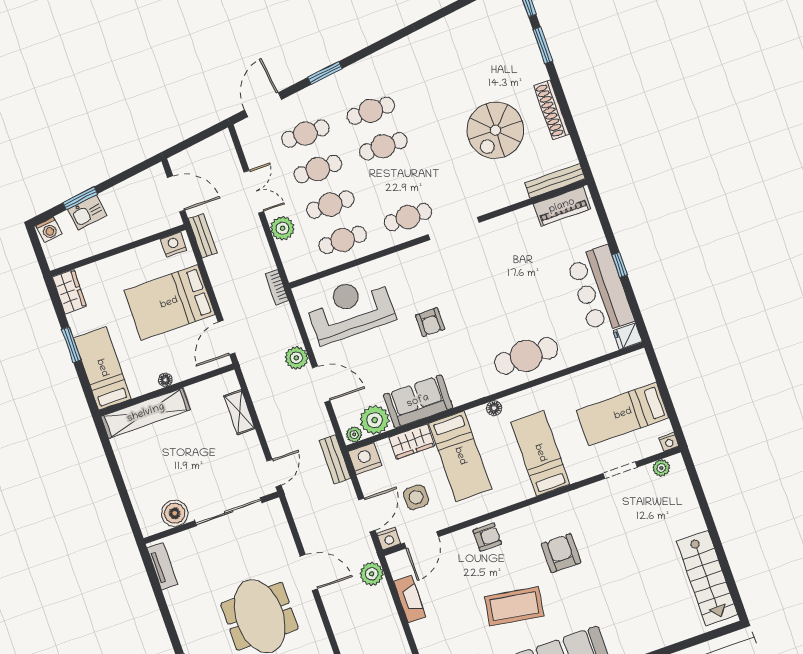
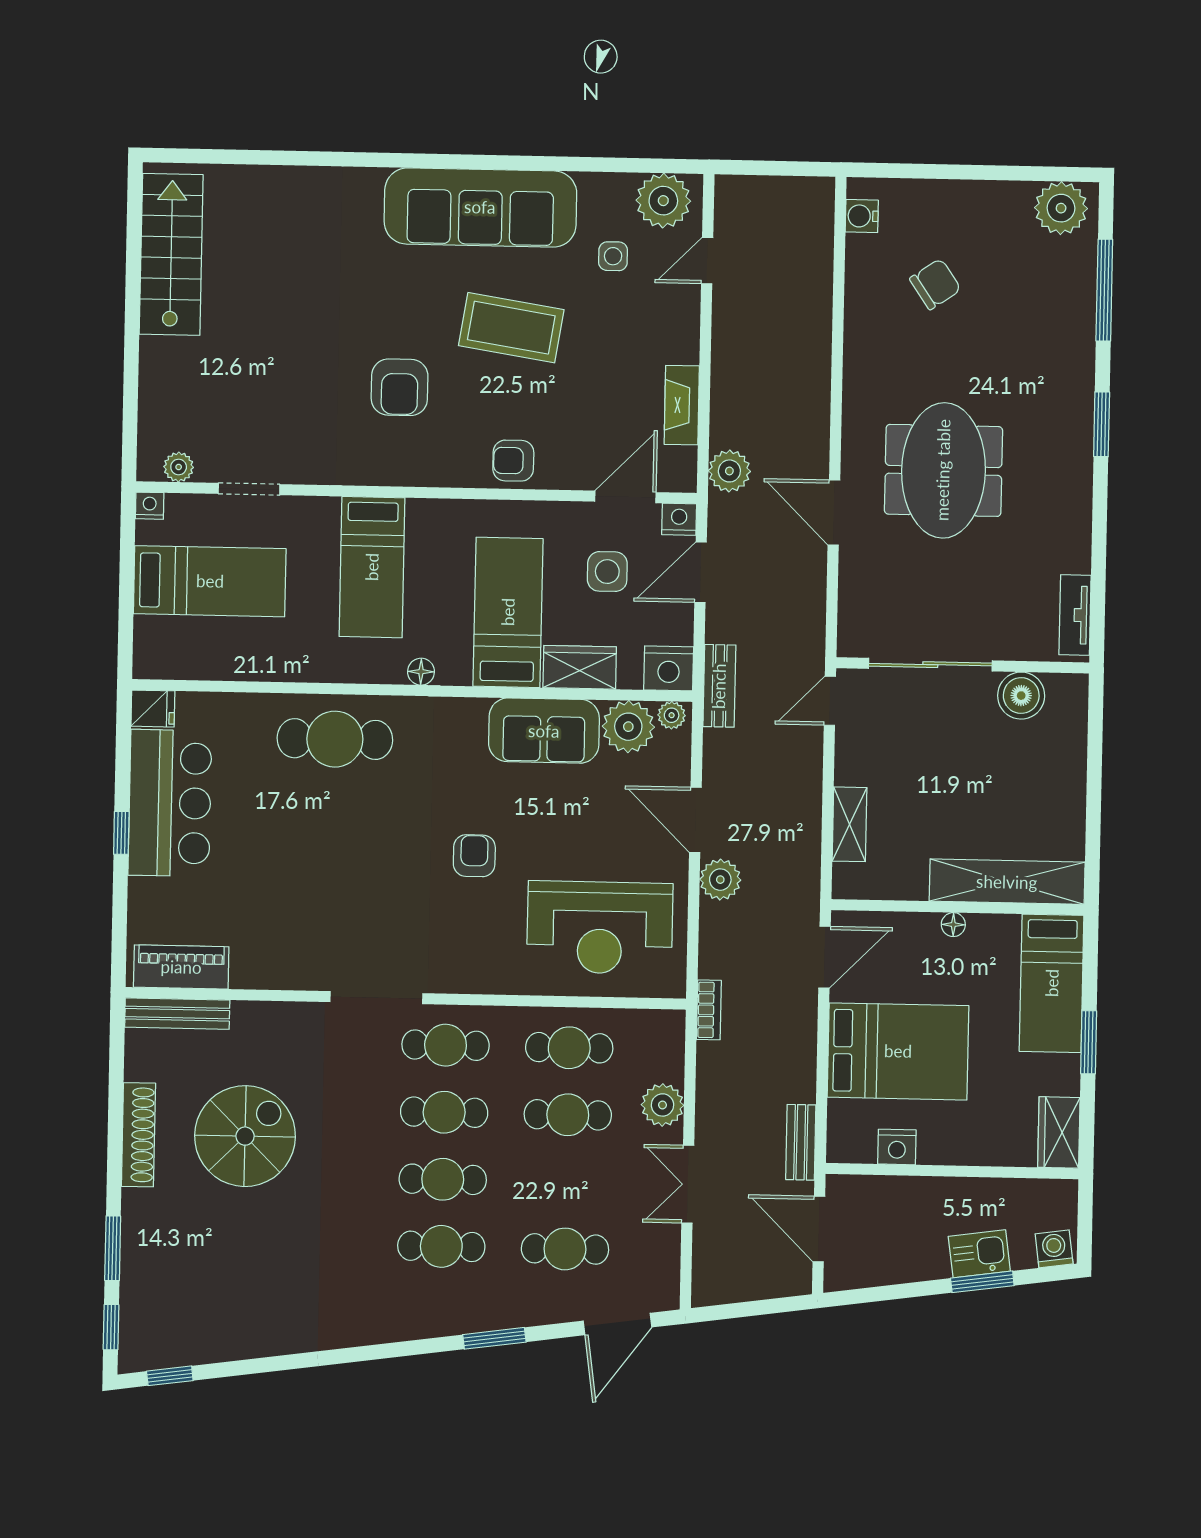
cafe table: (318, 169) -> (444, 1112), moved
nightstand: (174, 244) -> (897, 1147), moved

